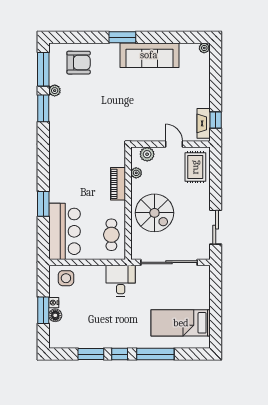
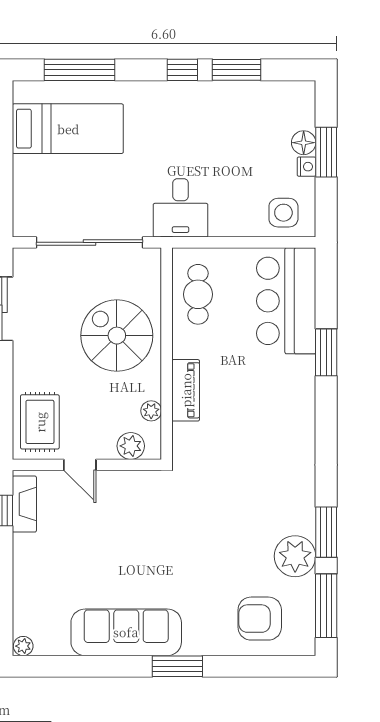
plant: (55, 91) -> (295, 556), width x1.87, depth x1.87
window: (155, 354) -> (79, 70), moved

